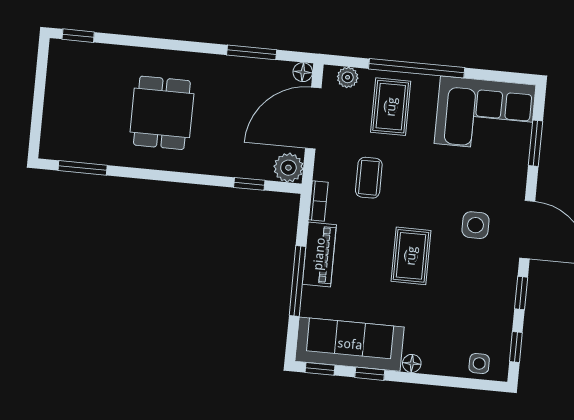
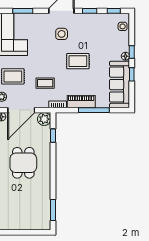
dining table: (162, 113) -> (23, 163), moved, turned 90
door: (313, 118) -> (21, 110), hinge flipped
window: (320, 369) -> (132, 52), moved

